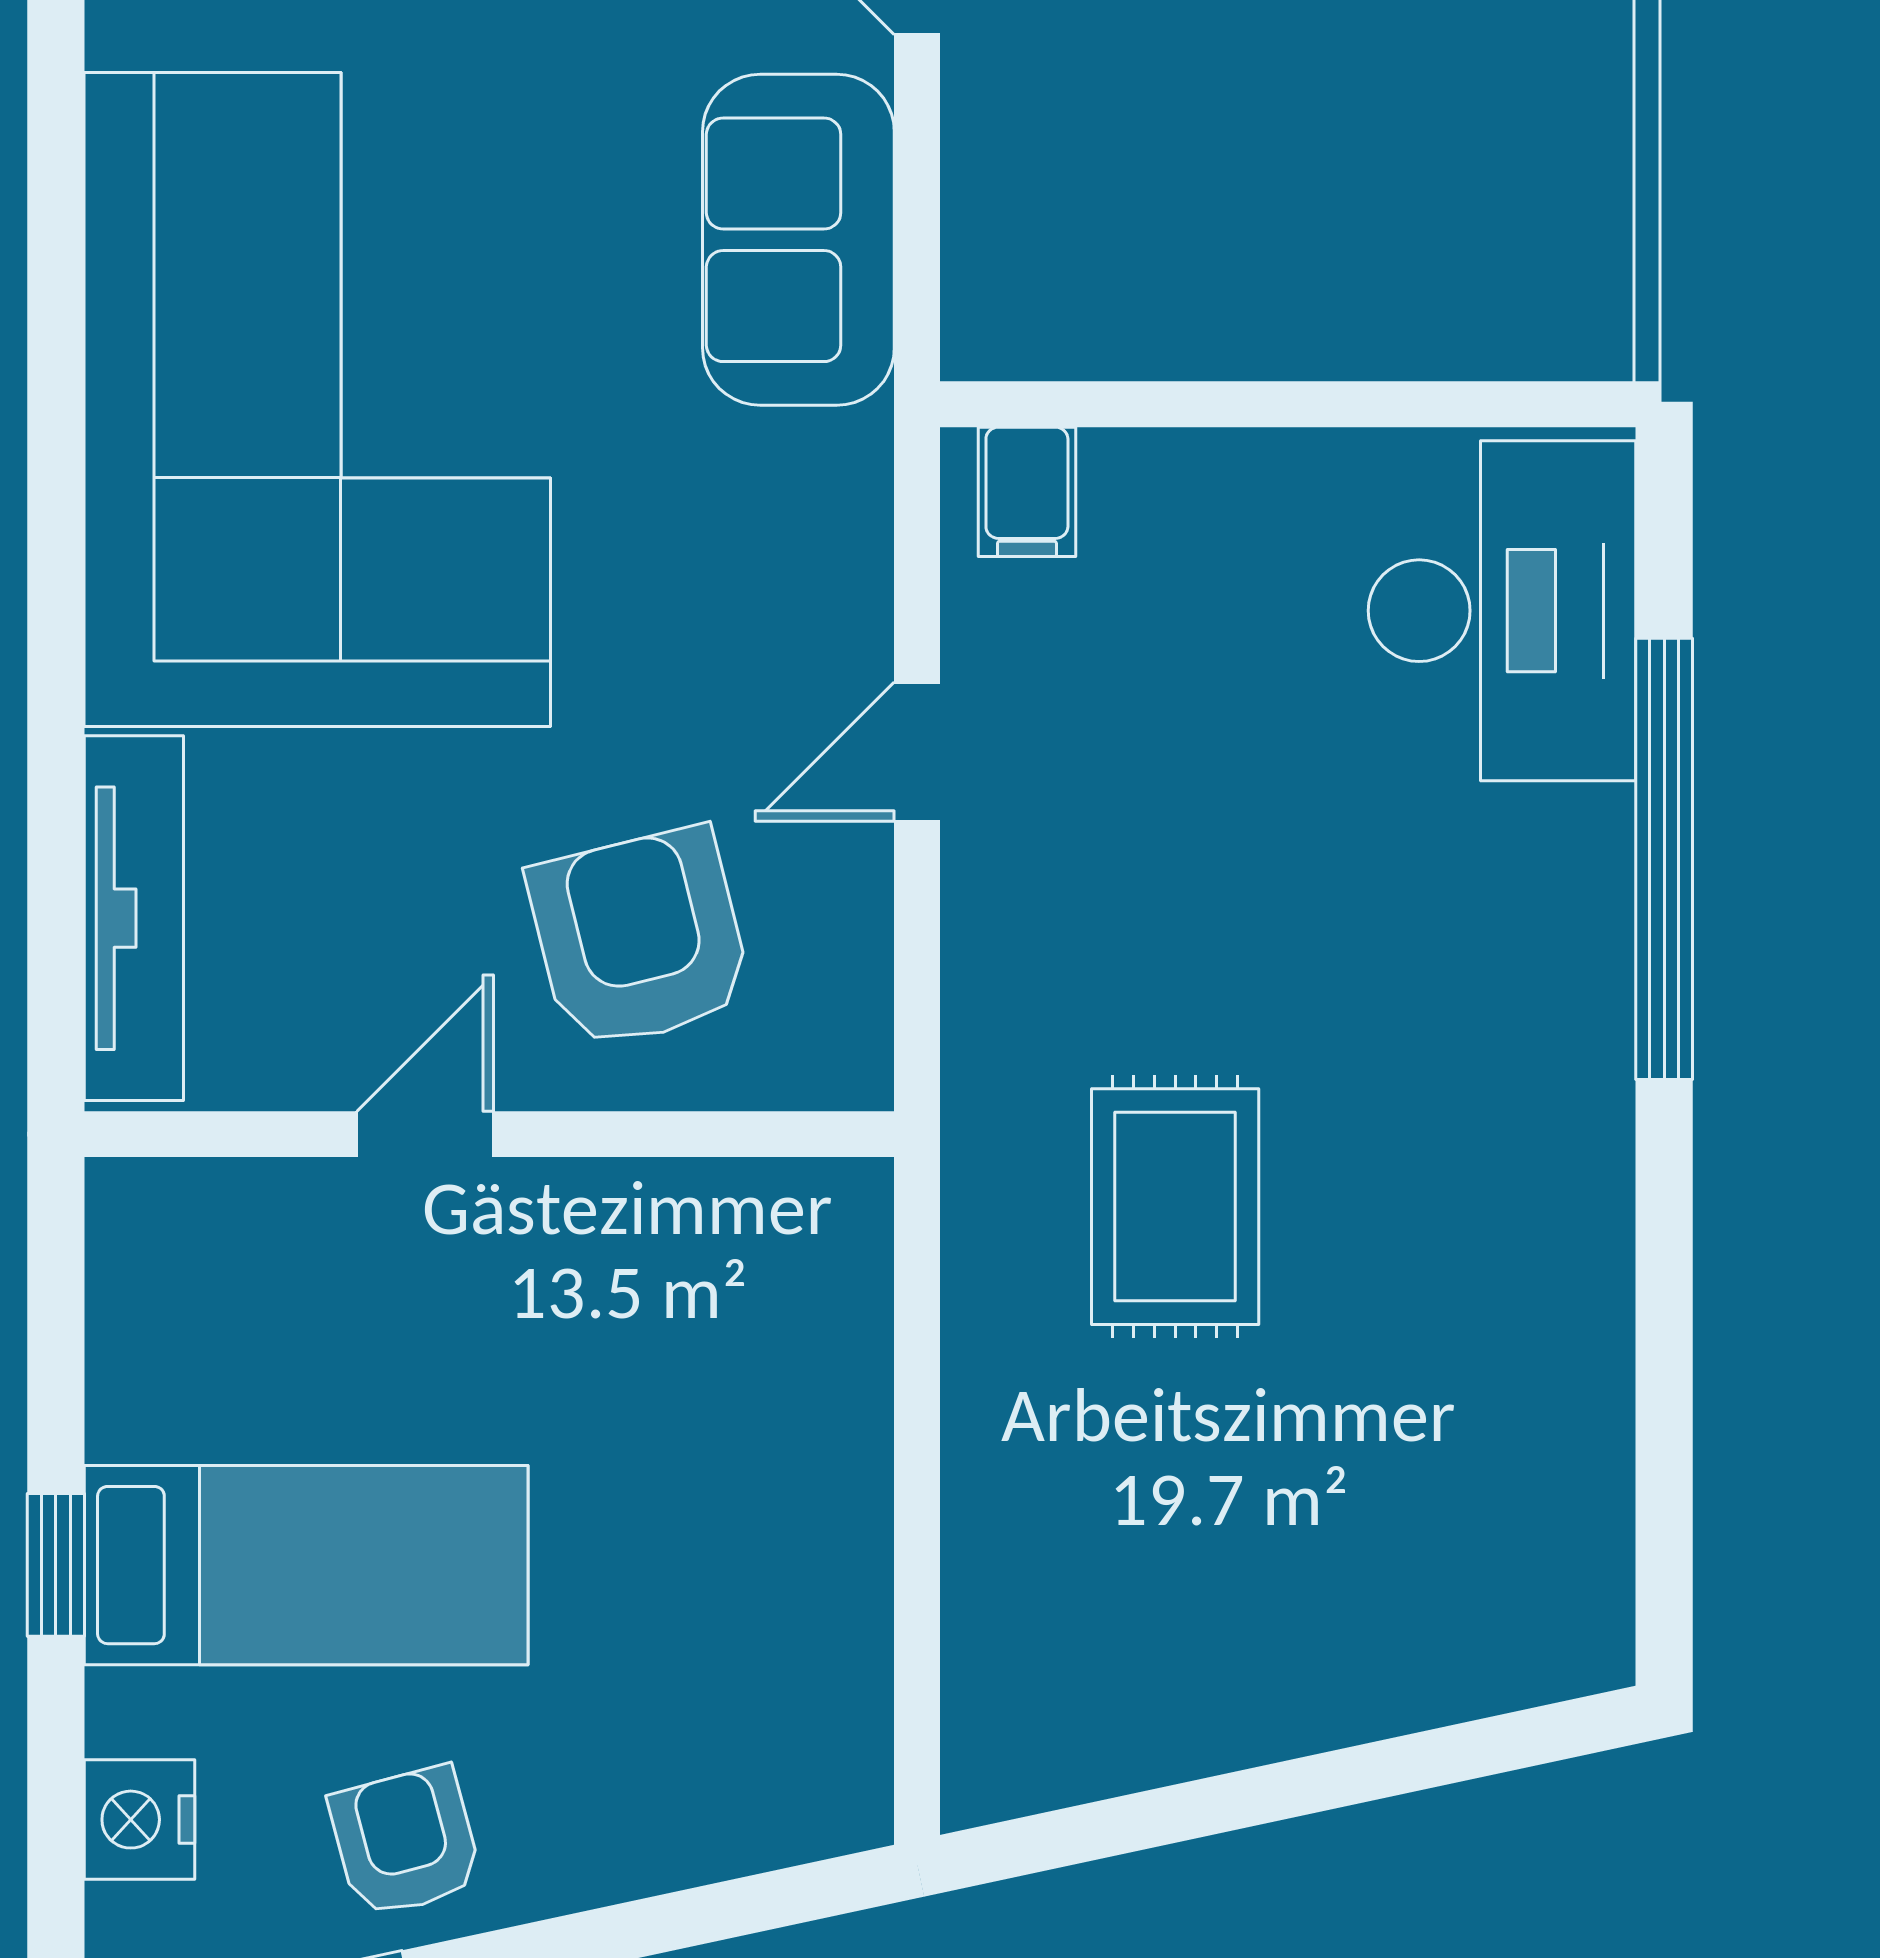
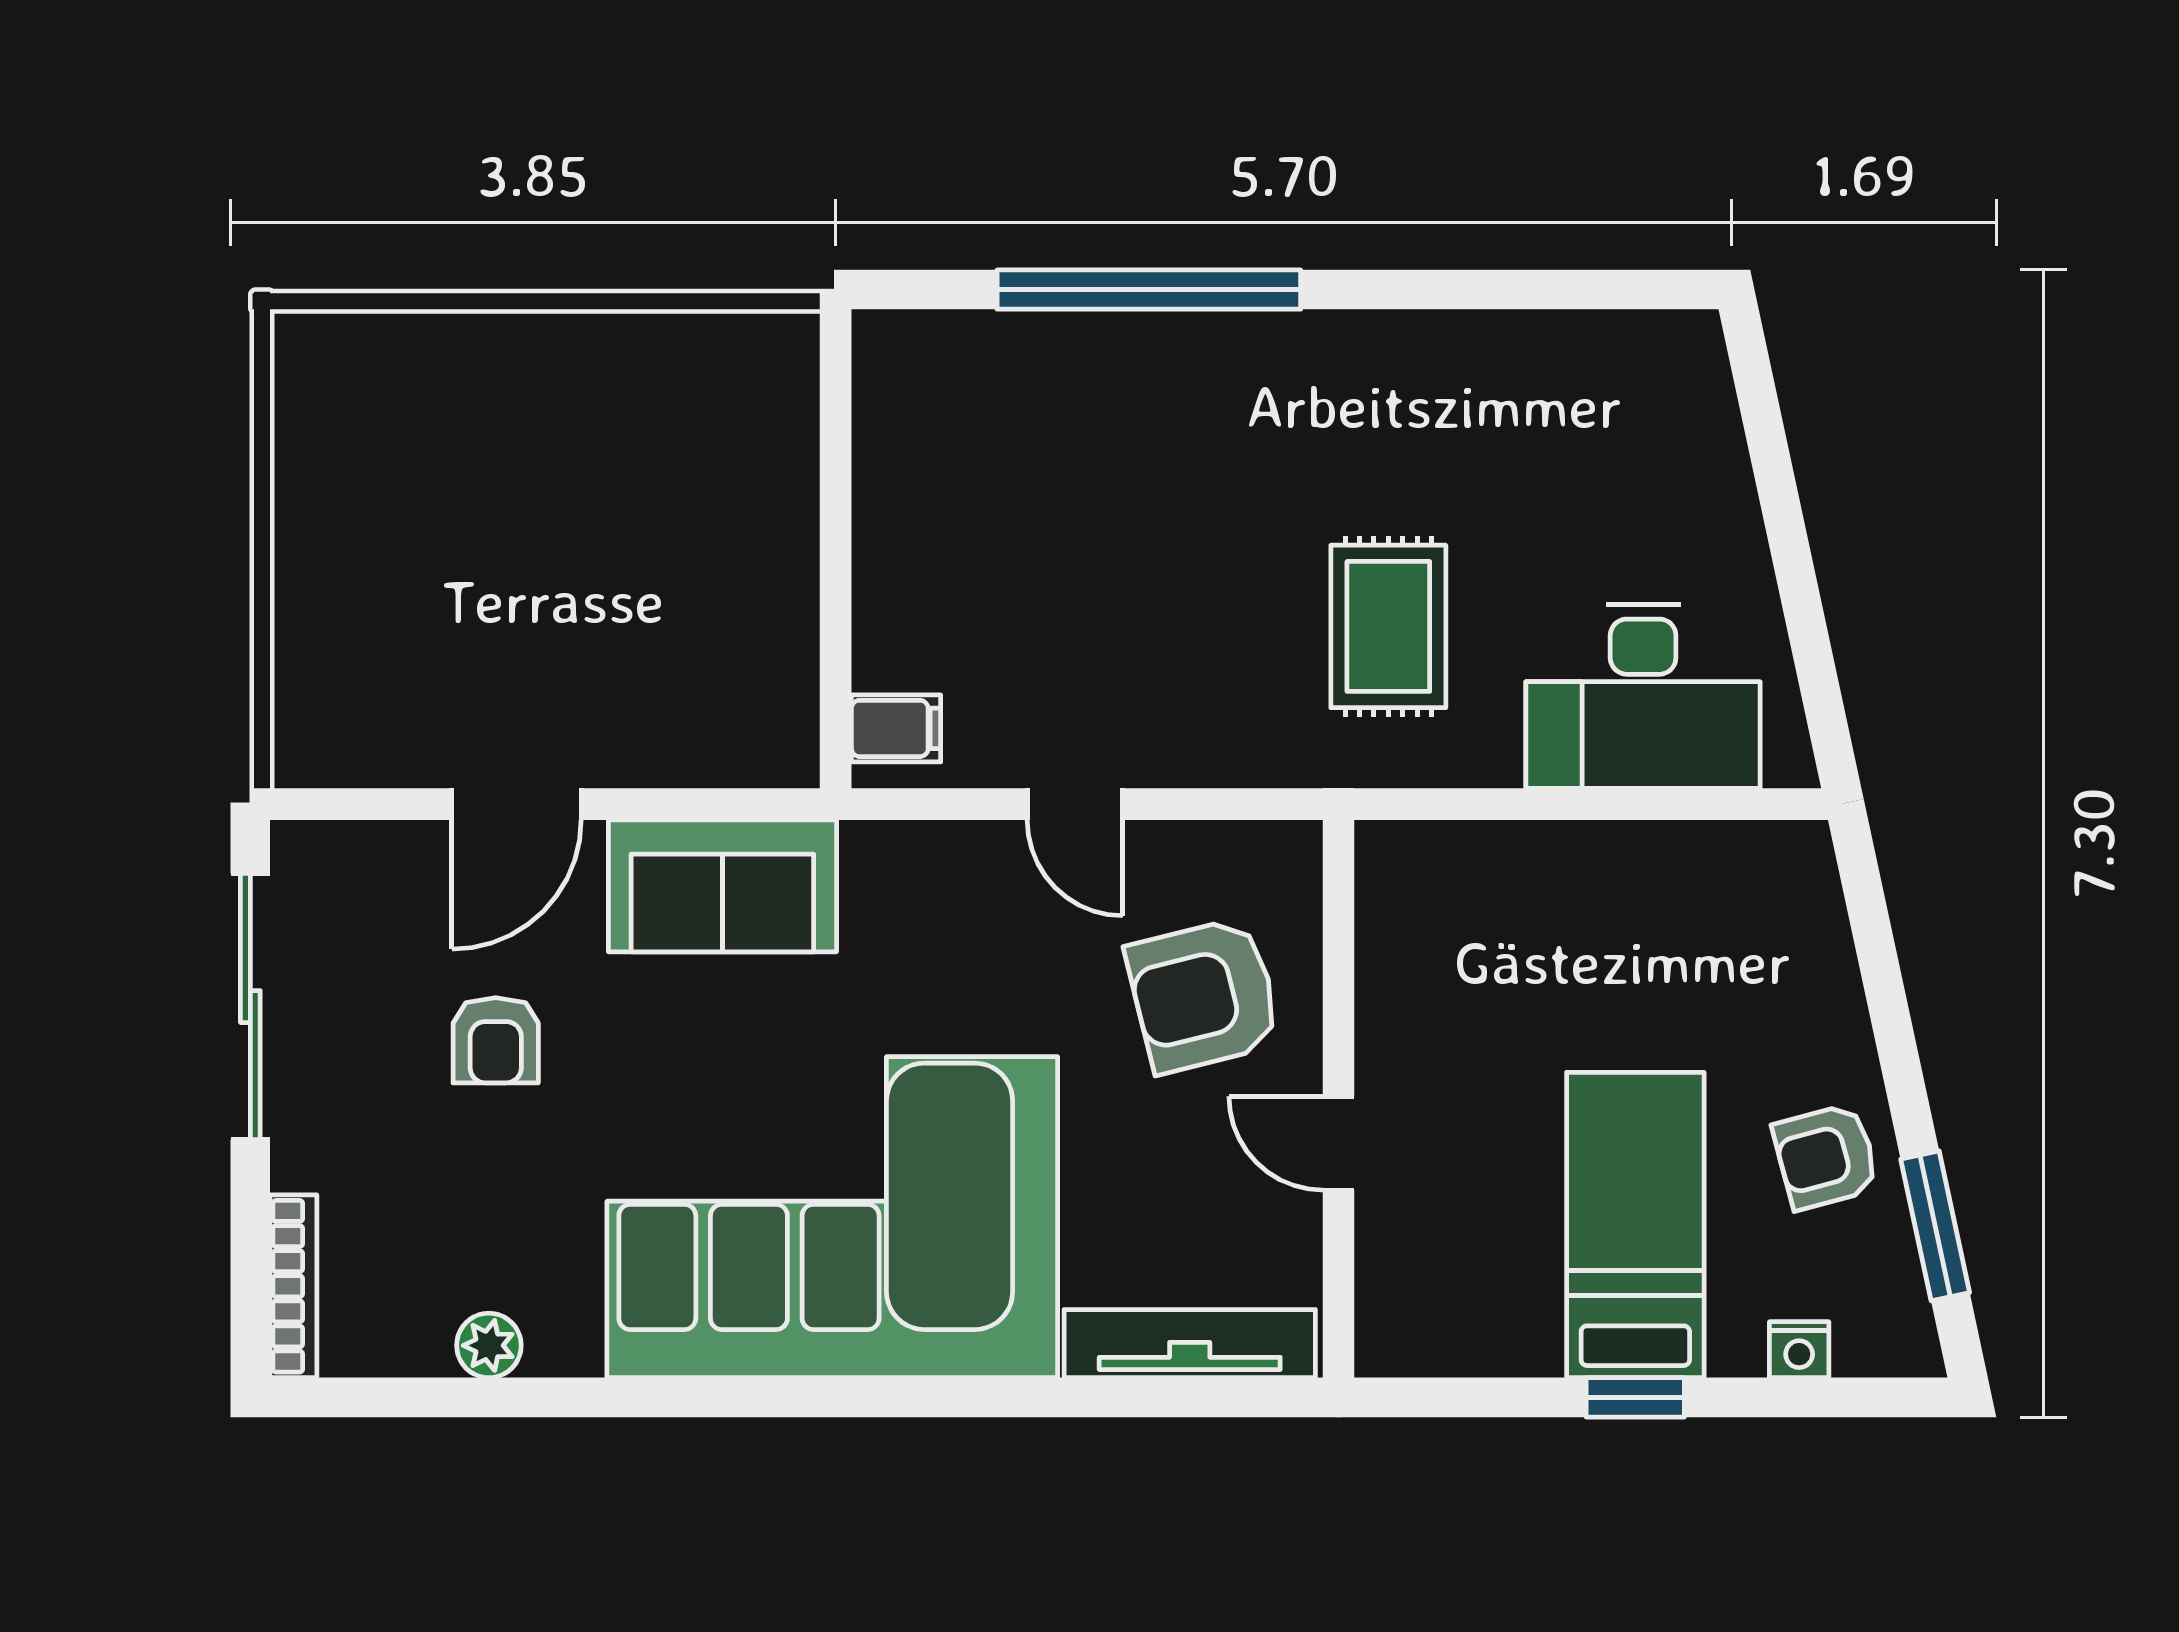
desk: (1502, 611) -> (1643, 696), moved, turned 180
rug: (1175, 1207) -> (1388, 626), turned 90
nightstand: (139, 1820) -> (1799, 1350), width x0.72, depth x0.74

